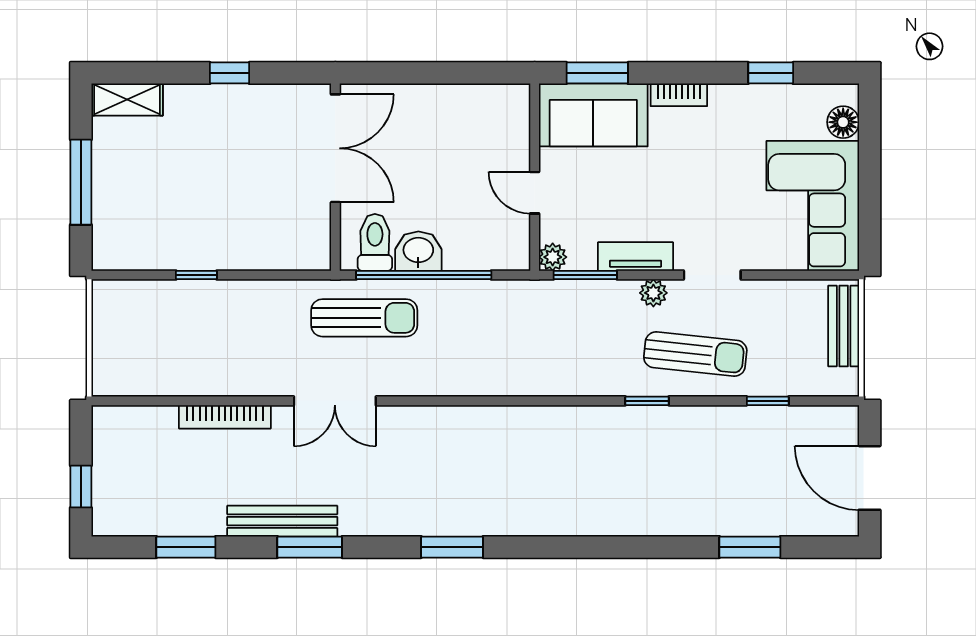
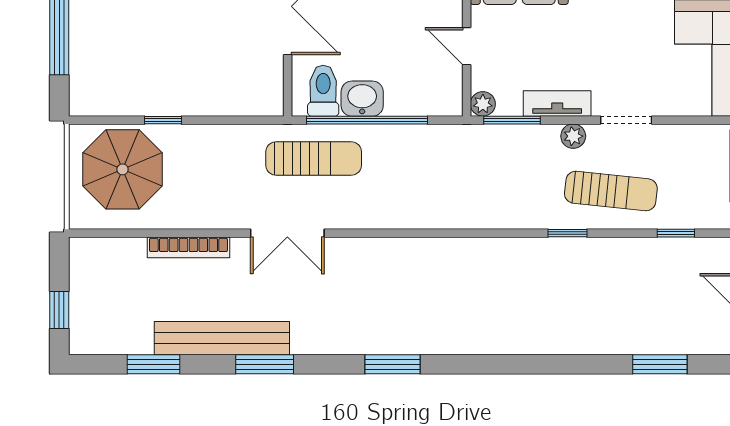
parasol: (151, 330) -> (123, 169), added
bench: (282, 521) -> (222, 338), width x1.37, depth x1.21

